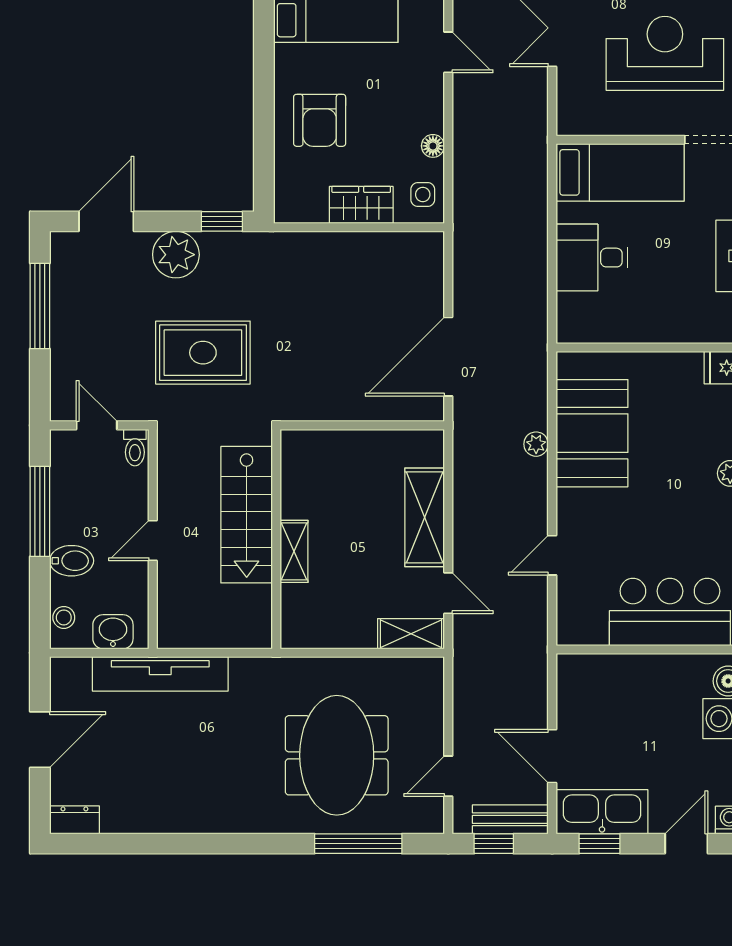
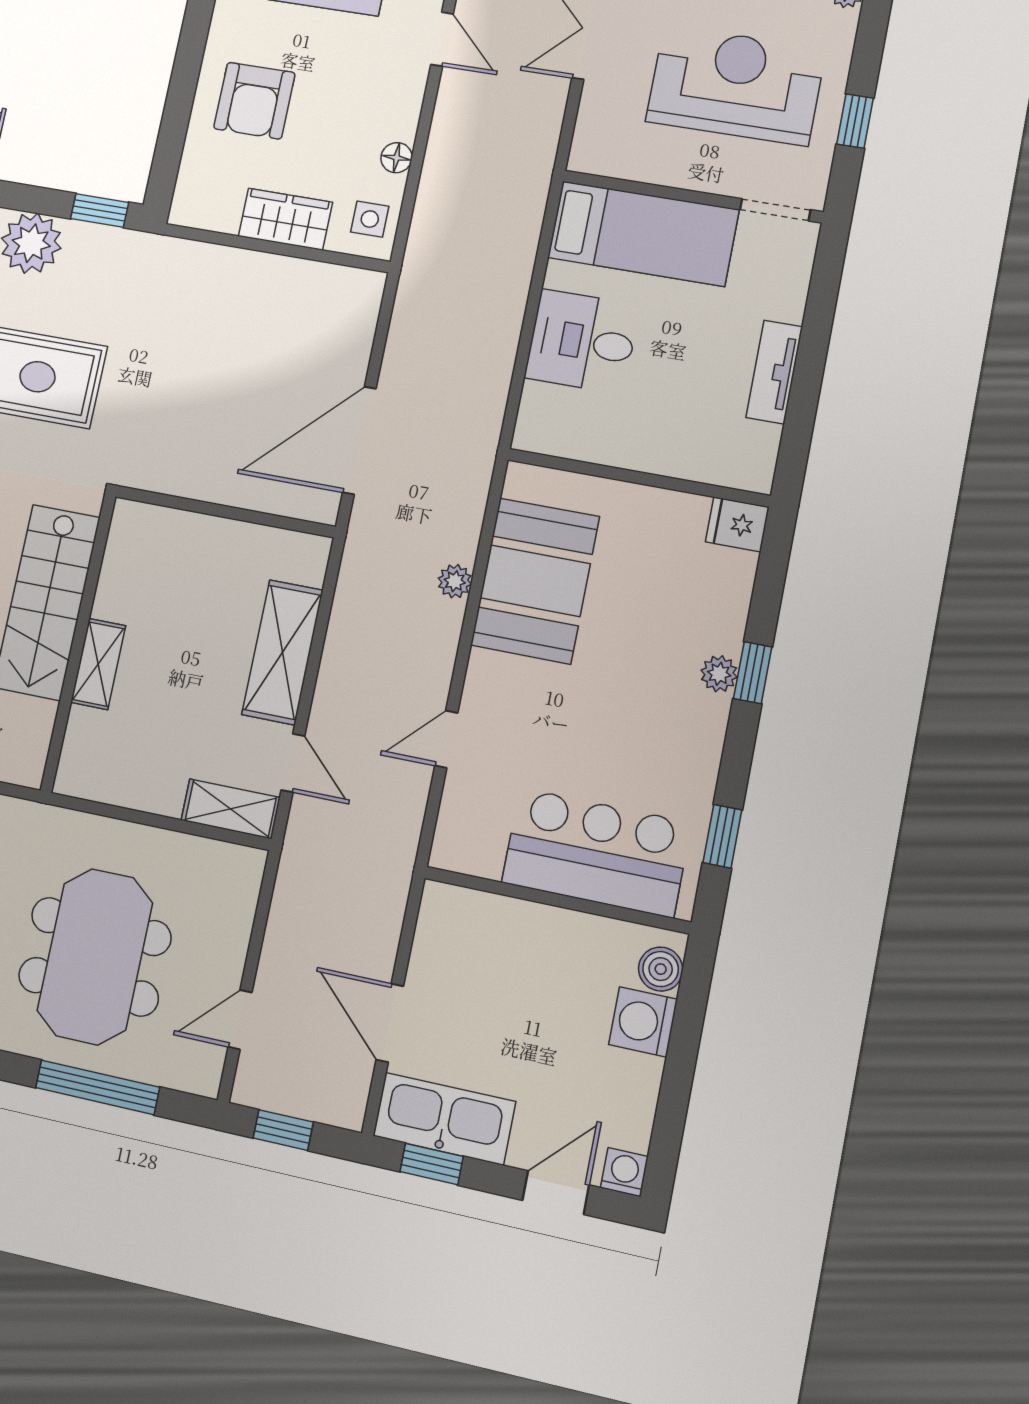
bench: (510, 819) -> (313, 1100), removed

